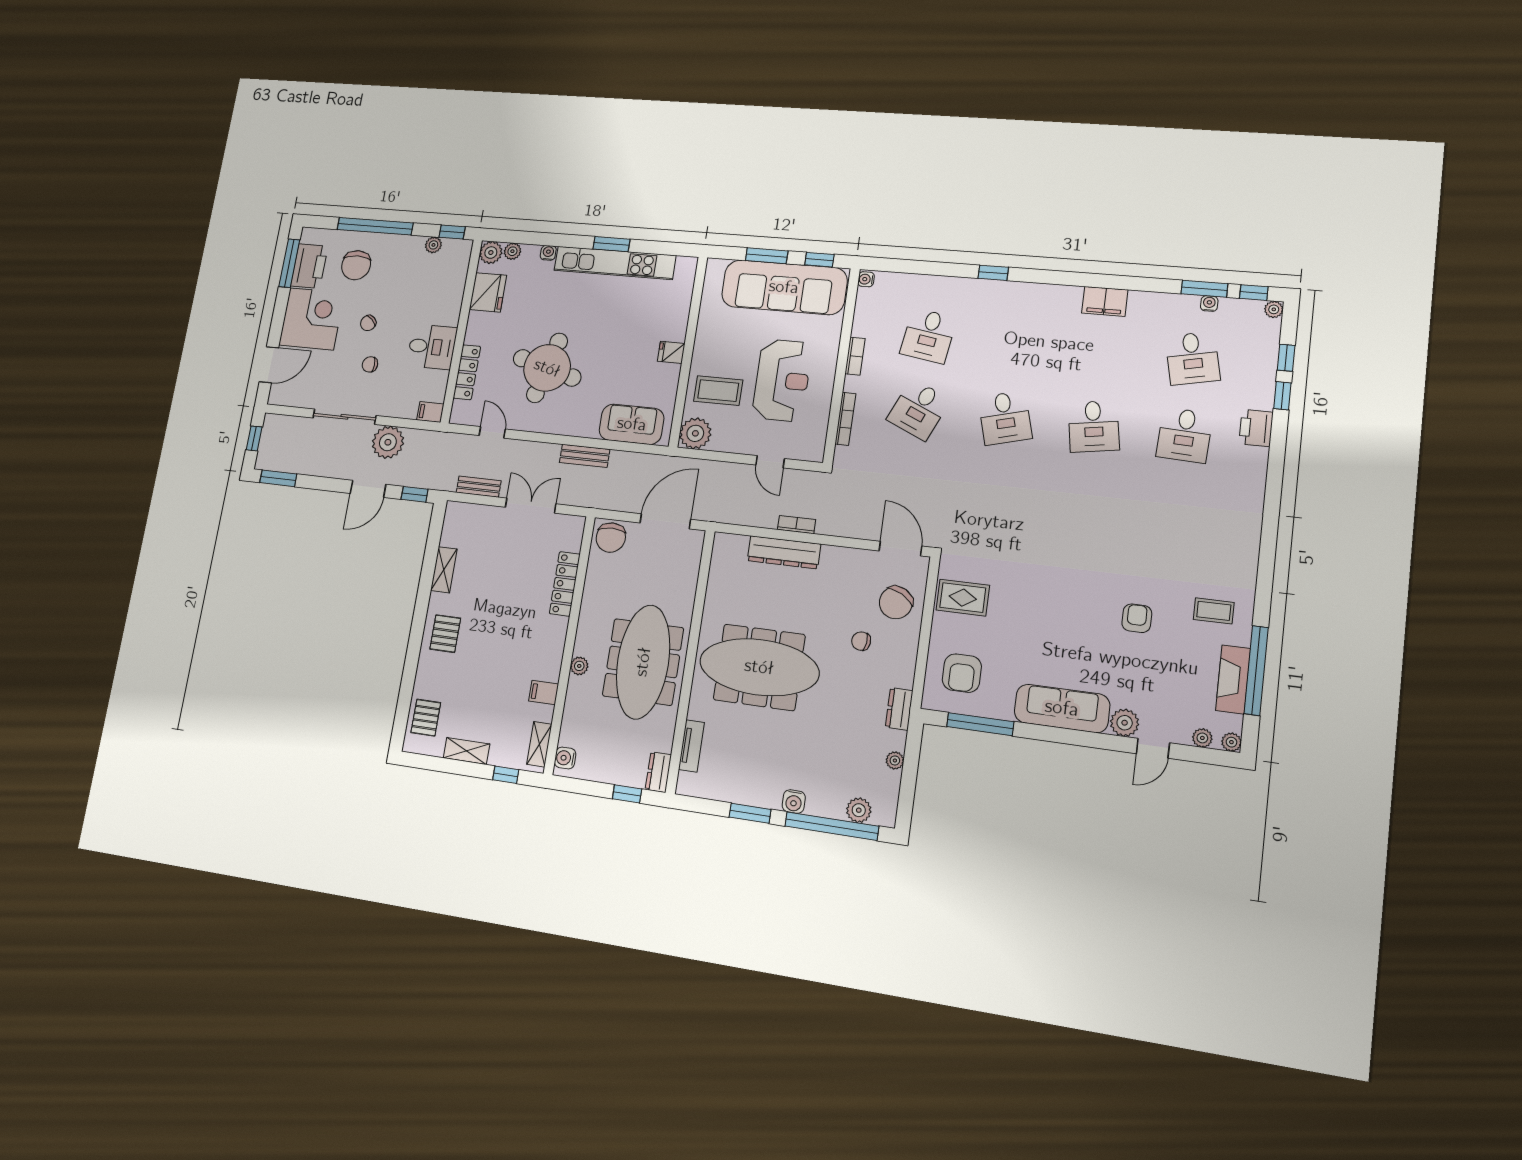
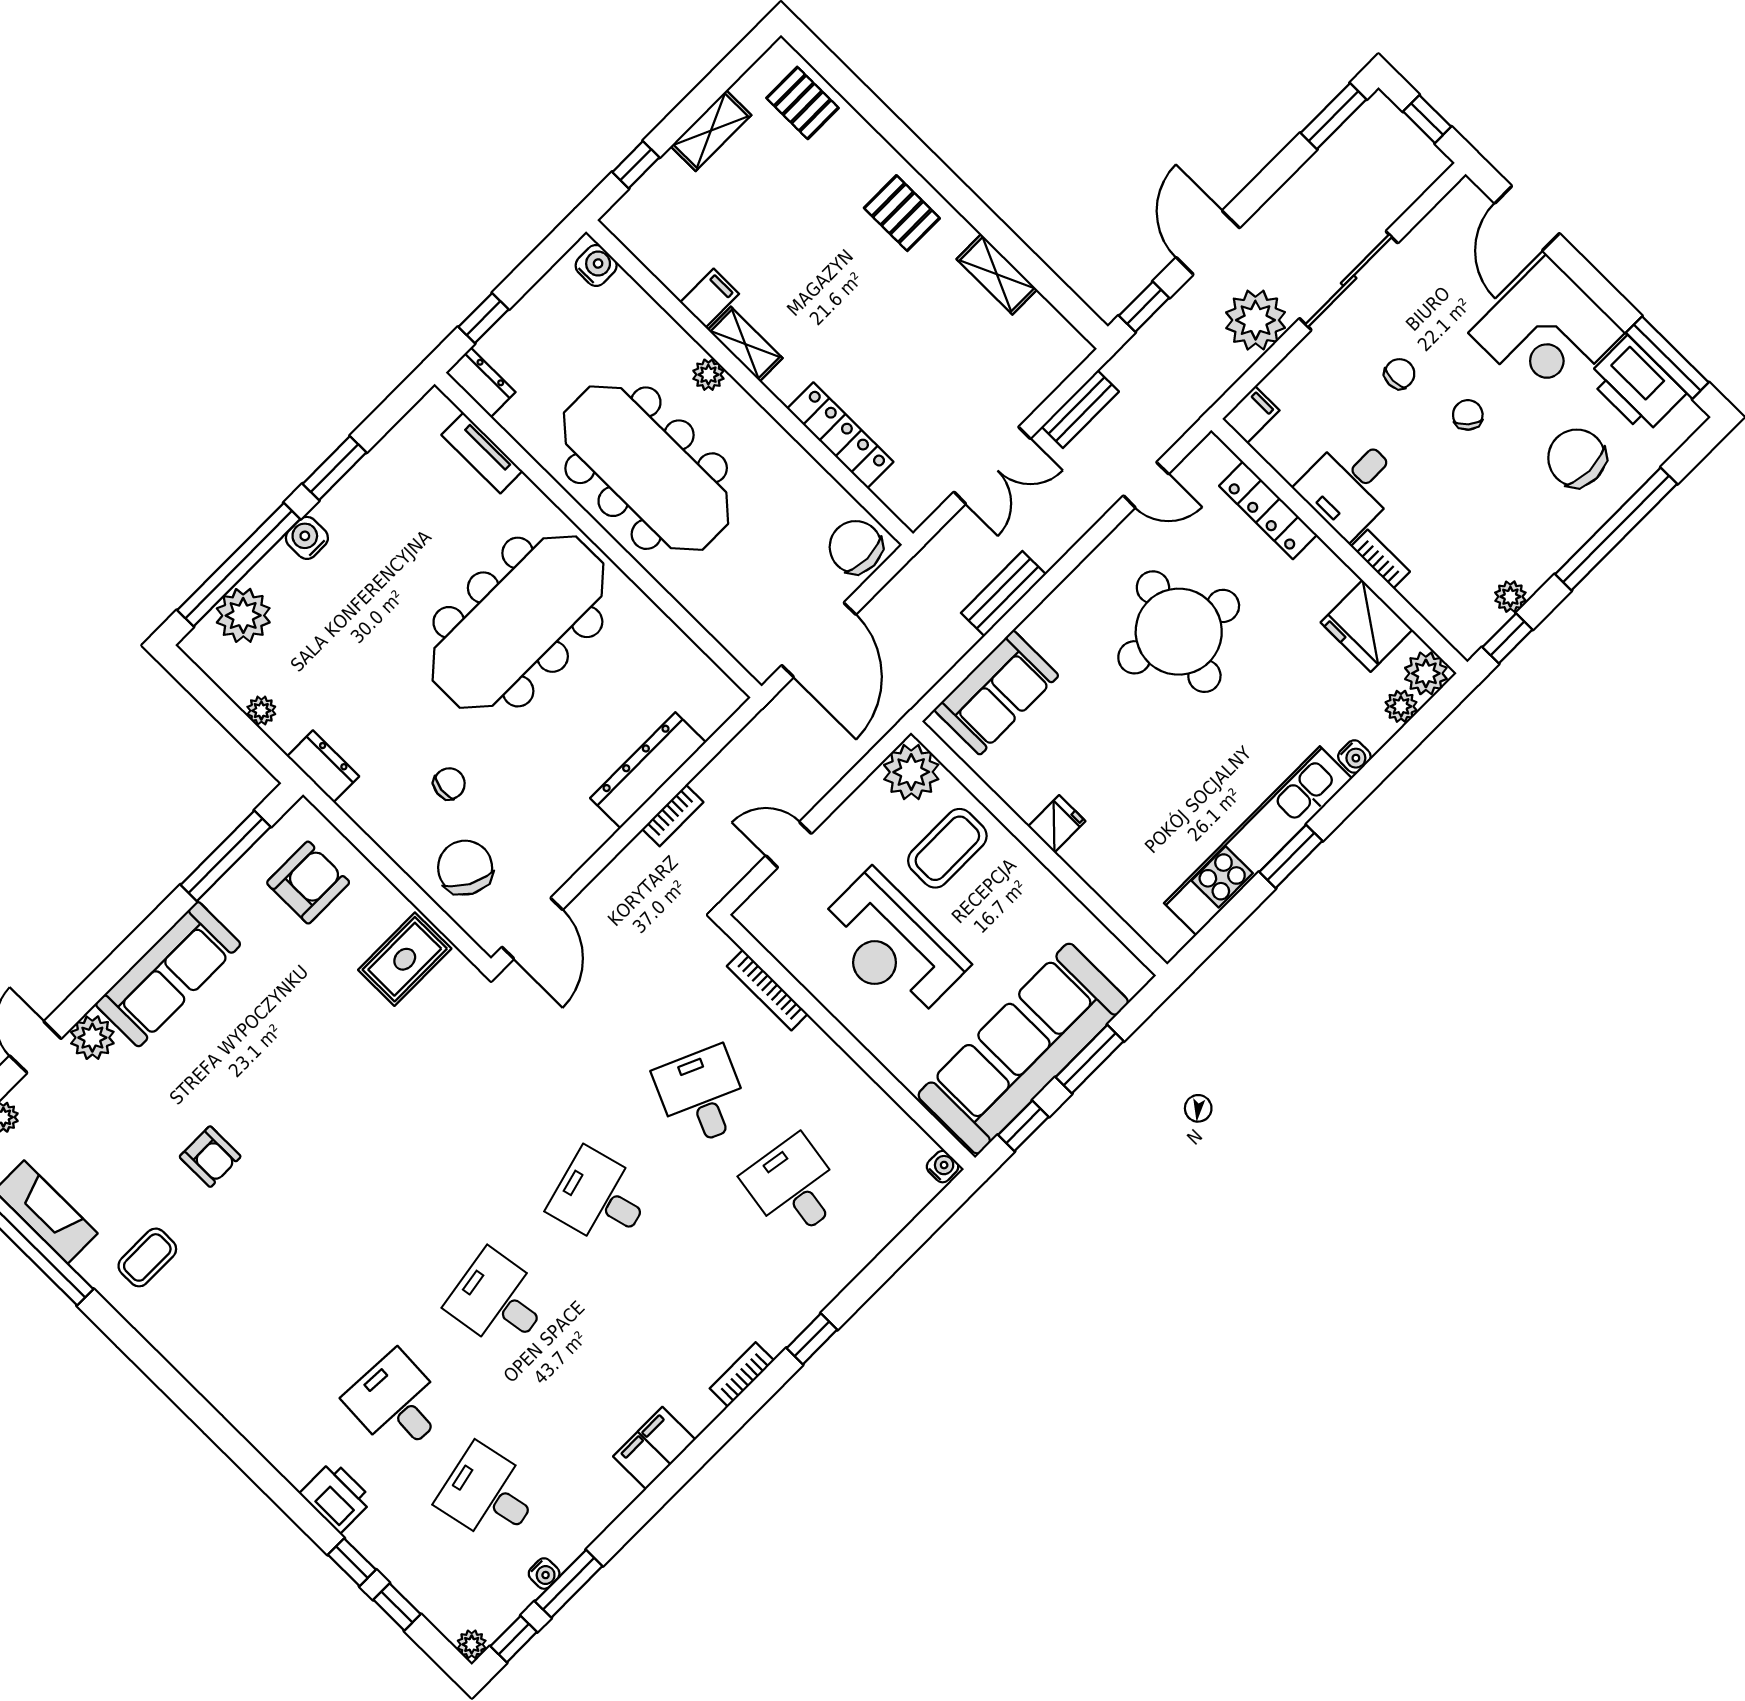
bookcase: (455, 310) -> (1380, 559), added
bookcase: (855, 356) -> (742, 1374), moved, turned 90
door: (900, 549) -> (532, 928), hinge flipped
armchair: (962, 673) -> (308, 883), turned 90
shelving: (539, 744) -> (745, 344), moved
plant: (859, 810) -> (243, 615), width x1.36, depth x1.36

